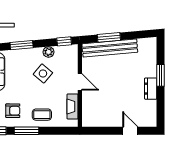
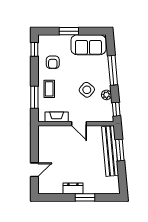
window: (22, 45) -> (113, 70), width x1.44
door: (80, 82) -> (79, 124), hinge flipped
window: (26, 131) -> (34, 97), moved

